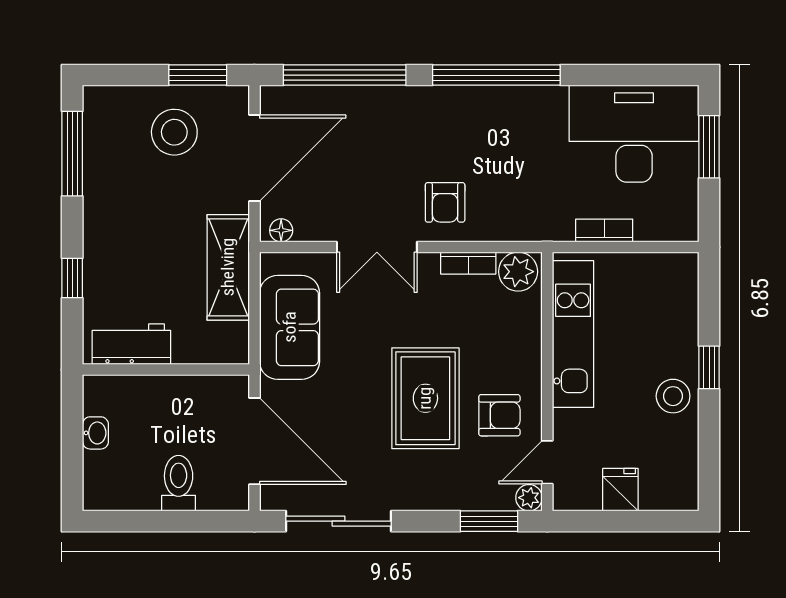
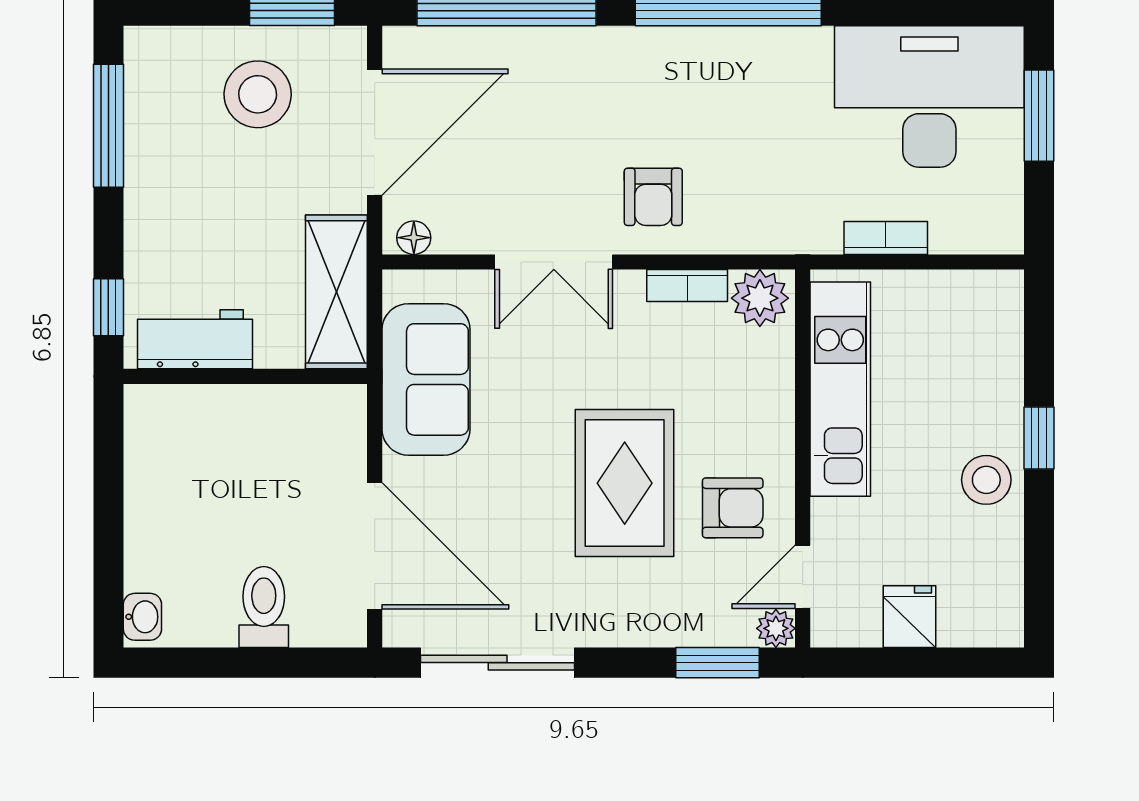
workbench: (131, 344) -> (195, 339), moved
wall: (166, 370) -> (245, 376), moved
washbasin: (95, 433) -> (142, 617), moved

